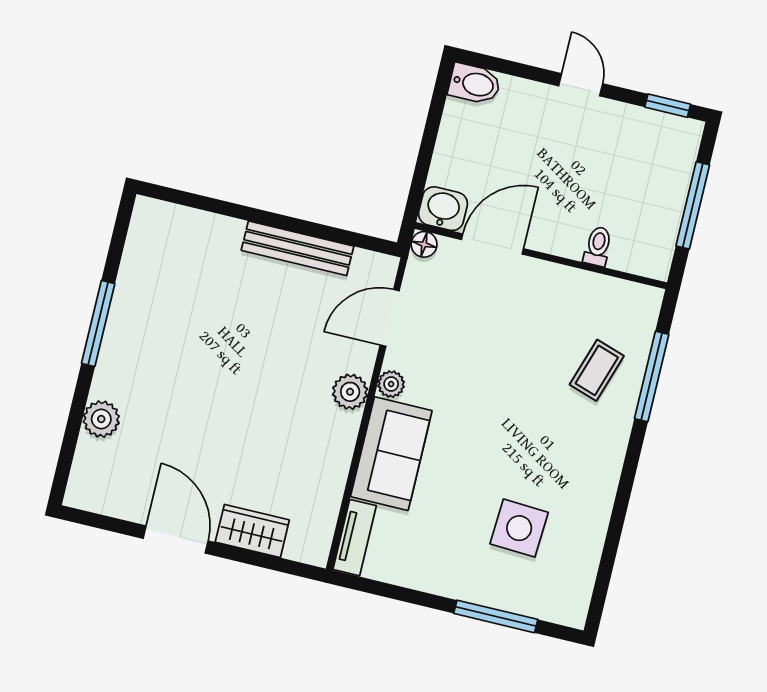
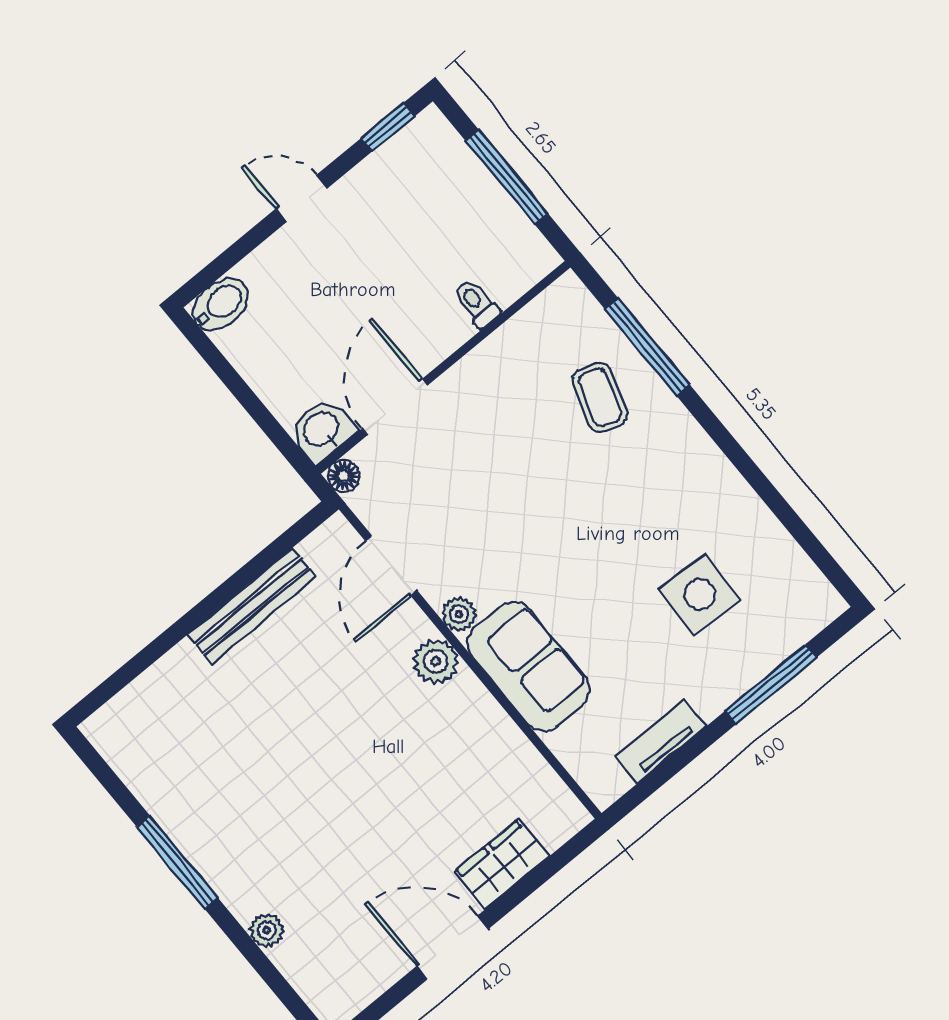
plant: (101, 419) -> (267, 930), width x0.73, depth x0.73
tv unit: (355, 538) -> (661, 741), moved, turned -90

